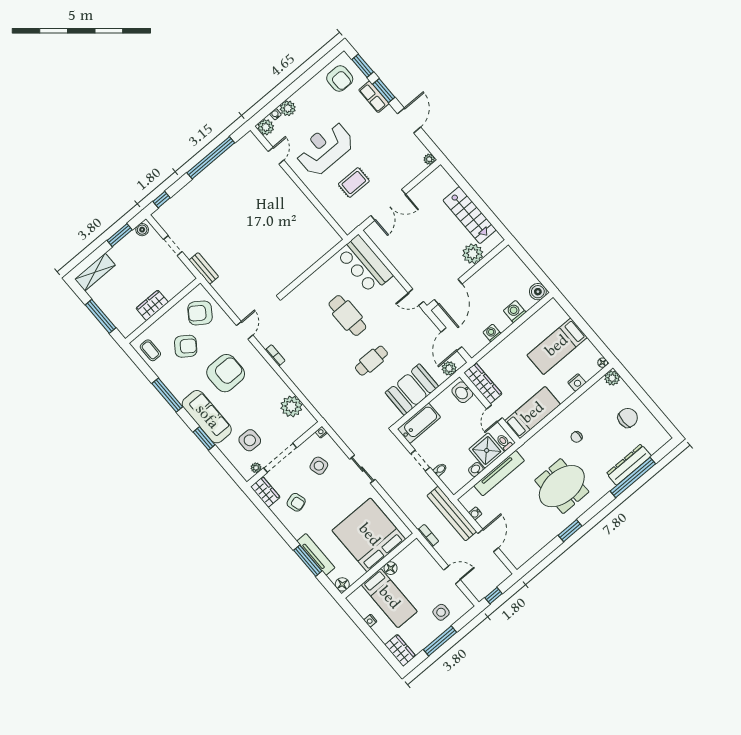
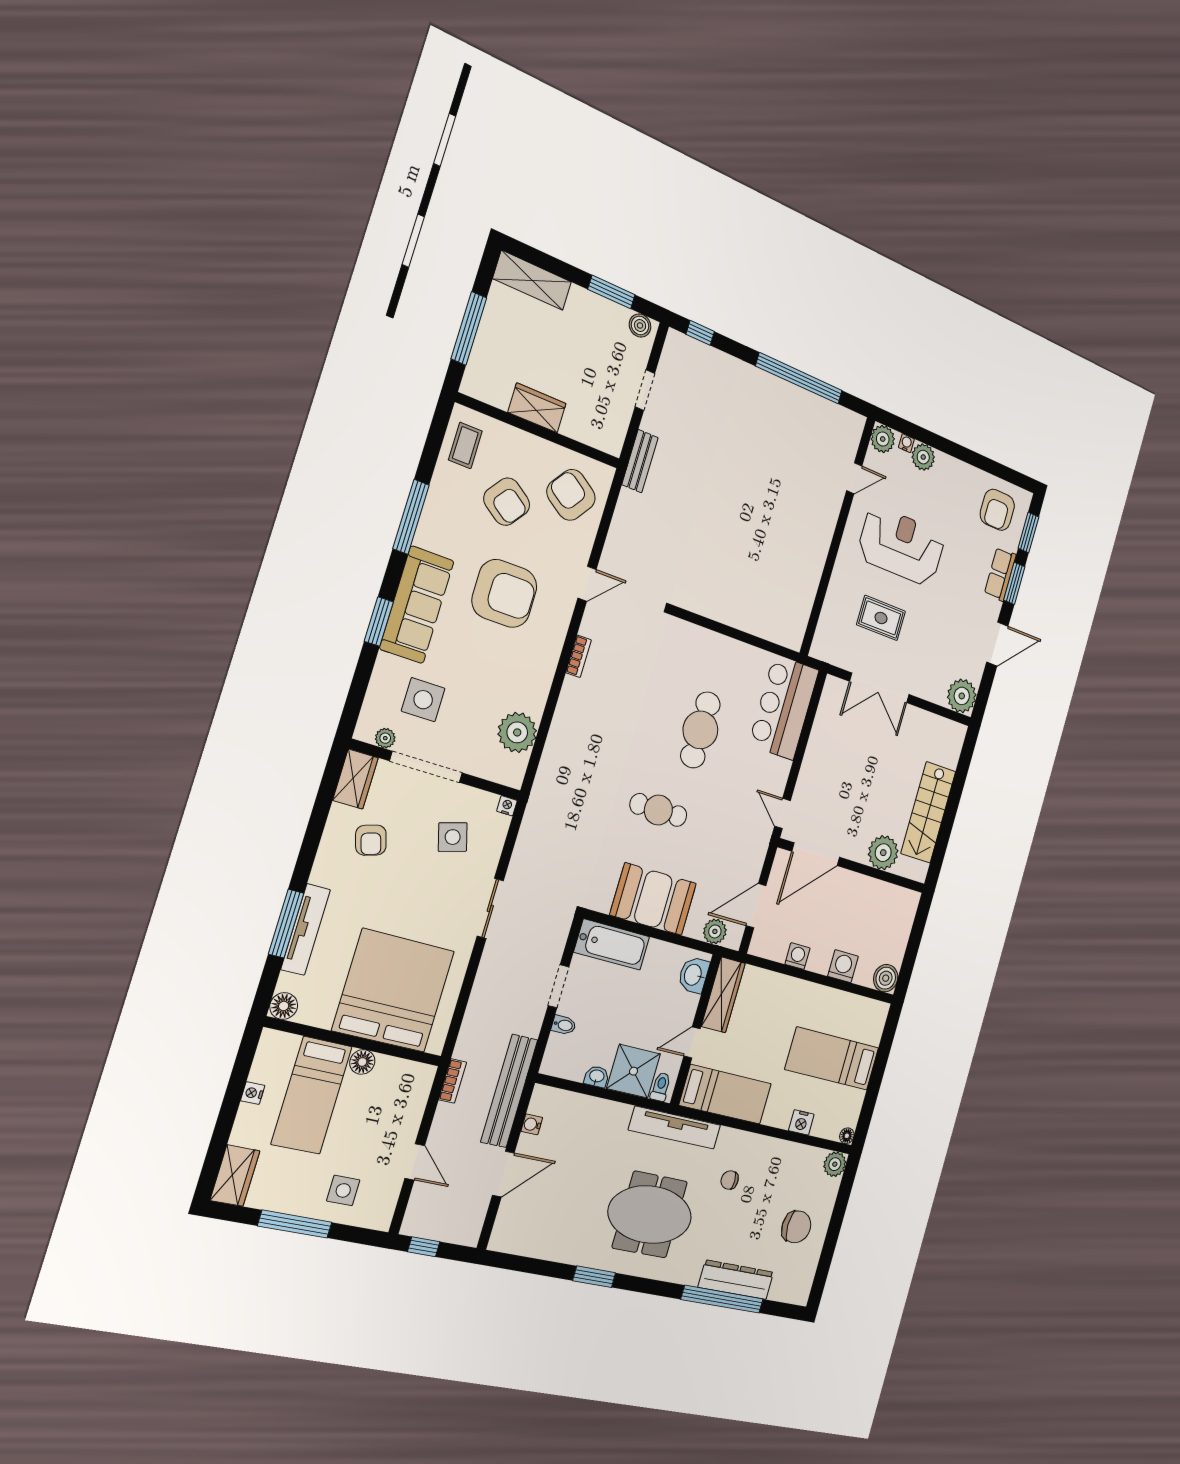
plant: (429, 159) -> (962, 696), width x1.87, depth x1.87
tv unit: (499, 473) -> (675, 1128), moved

